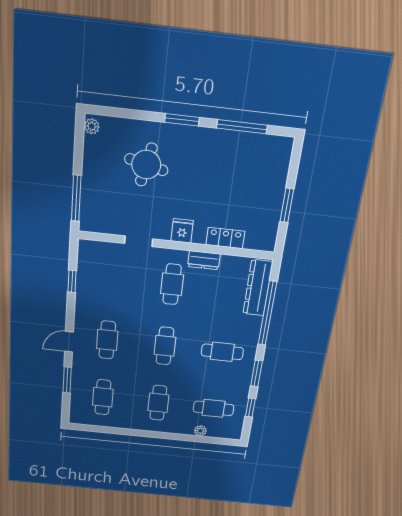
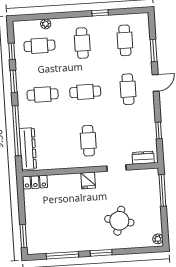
window: (287, 205) -> (23, 236), moved
locker: (225, 238) -> (35, 182), moved
dresser: (204, 260) -> (143, 158), moved
cafe table: (165, 346) -> (85, 92), turned 90
window: (130, 432) -> (100, 13), added

